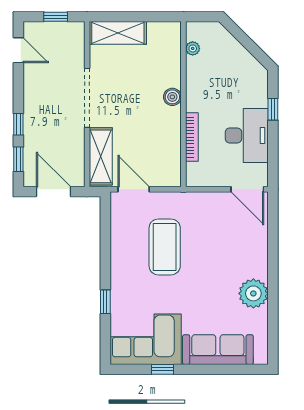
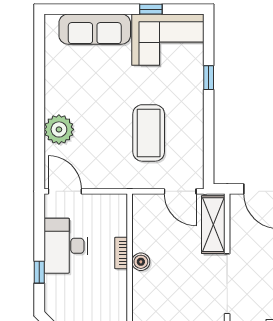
boiler: (172, 97) -> (141, 262), moved
bookcase: (192, 137) -> (121, 253), width x0.64
plant: (253, 293) -> (59, 129), moved

